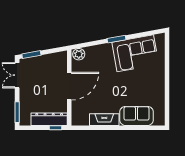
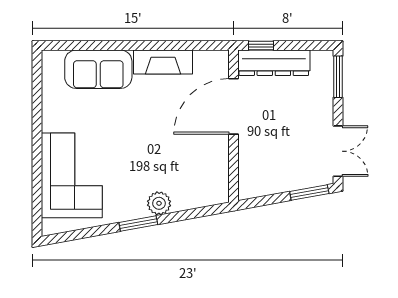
corner sofa: (135, 53) -> (72, 175), moved, turned 100
plant: (79, 54) -> (159, 203), moved
door: (69, 86) -> (233, 106), moved

